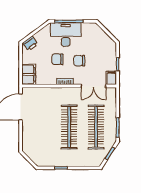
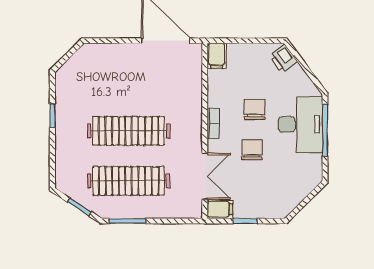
filing cabinet: (29, 74) -> (217, 56), width x0.50
double door: (93, 86) -> (205, 176), swing flipped

